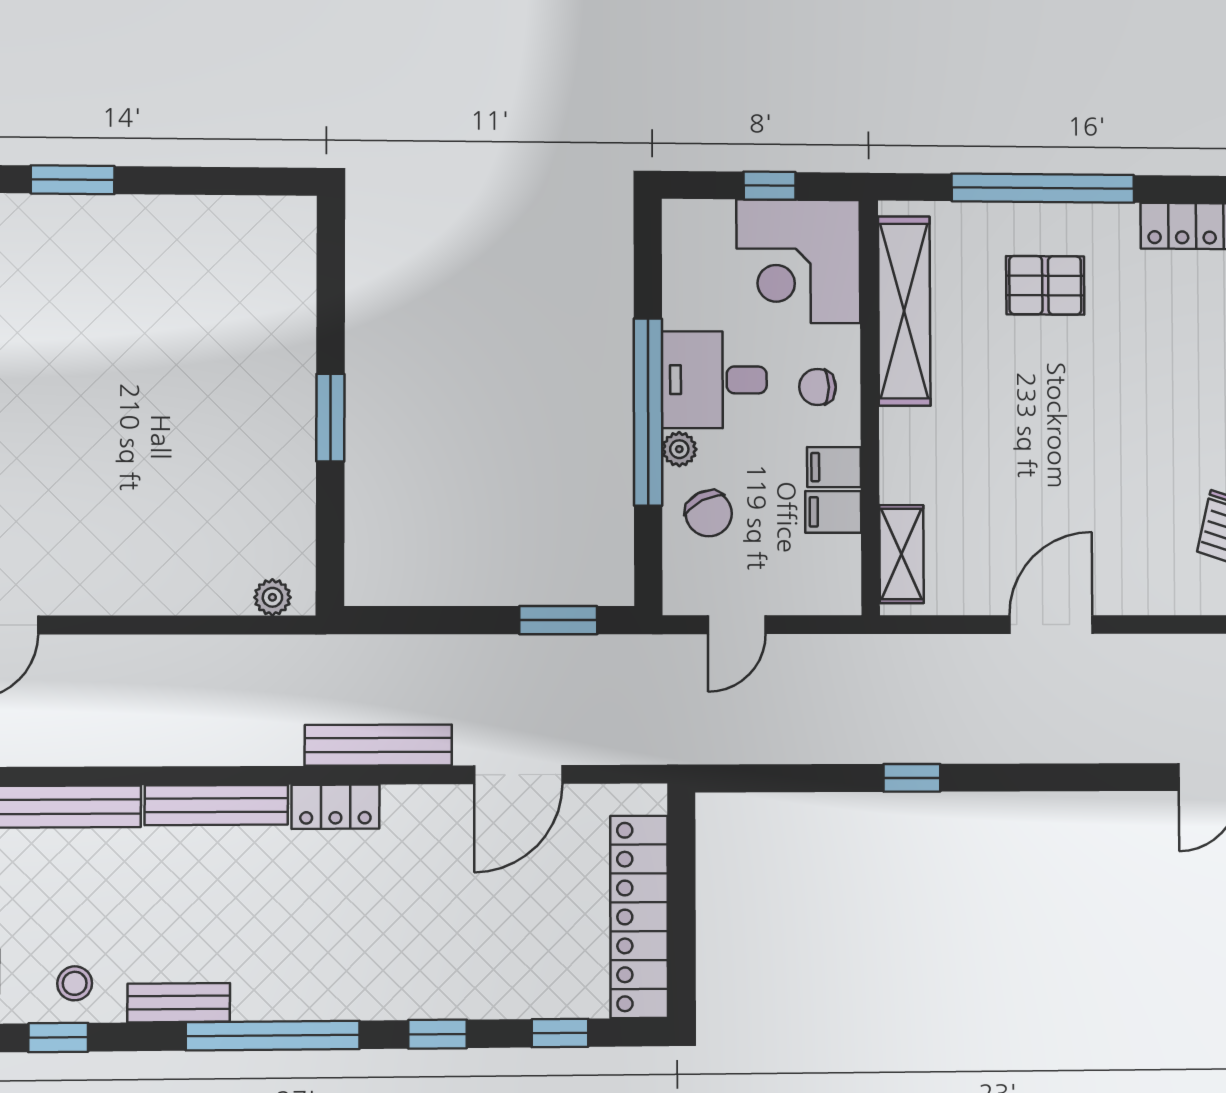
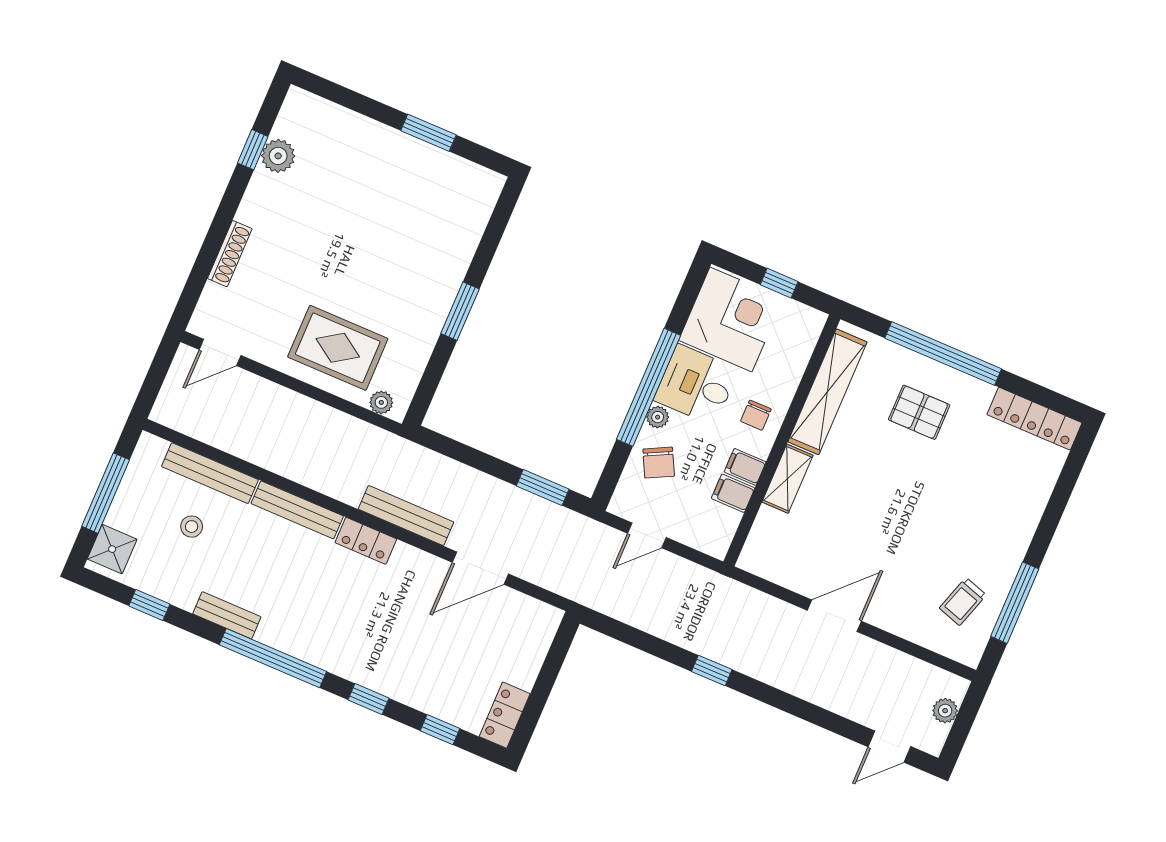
window: (73, 180) -> (428, 133), moved
corner desk: (798, 261) -> (731, 319), moved, turned 180
chair: (818, 387) -> (756, 415), turned -90
rug: (175, 545) -> (338, 348), added
shelving: (902, 554) -> (787, 479), moved
locker: (639, 917) -> (505, 715), width x0.46, depth x0.83
stool: (75, 983) -> (192, 527), moved

